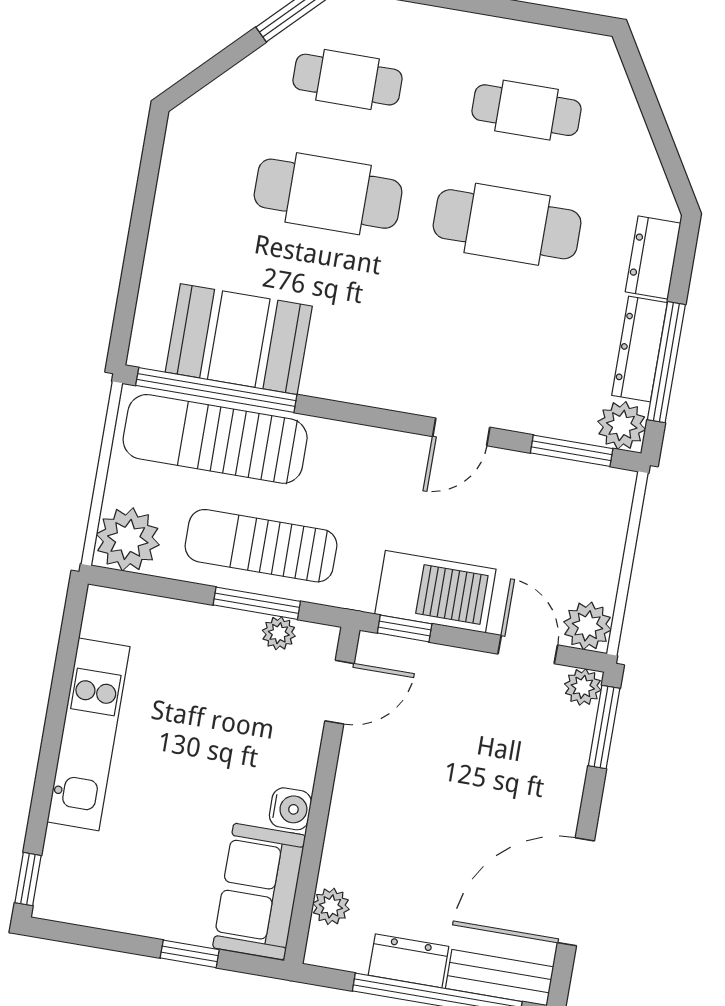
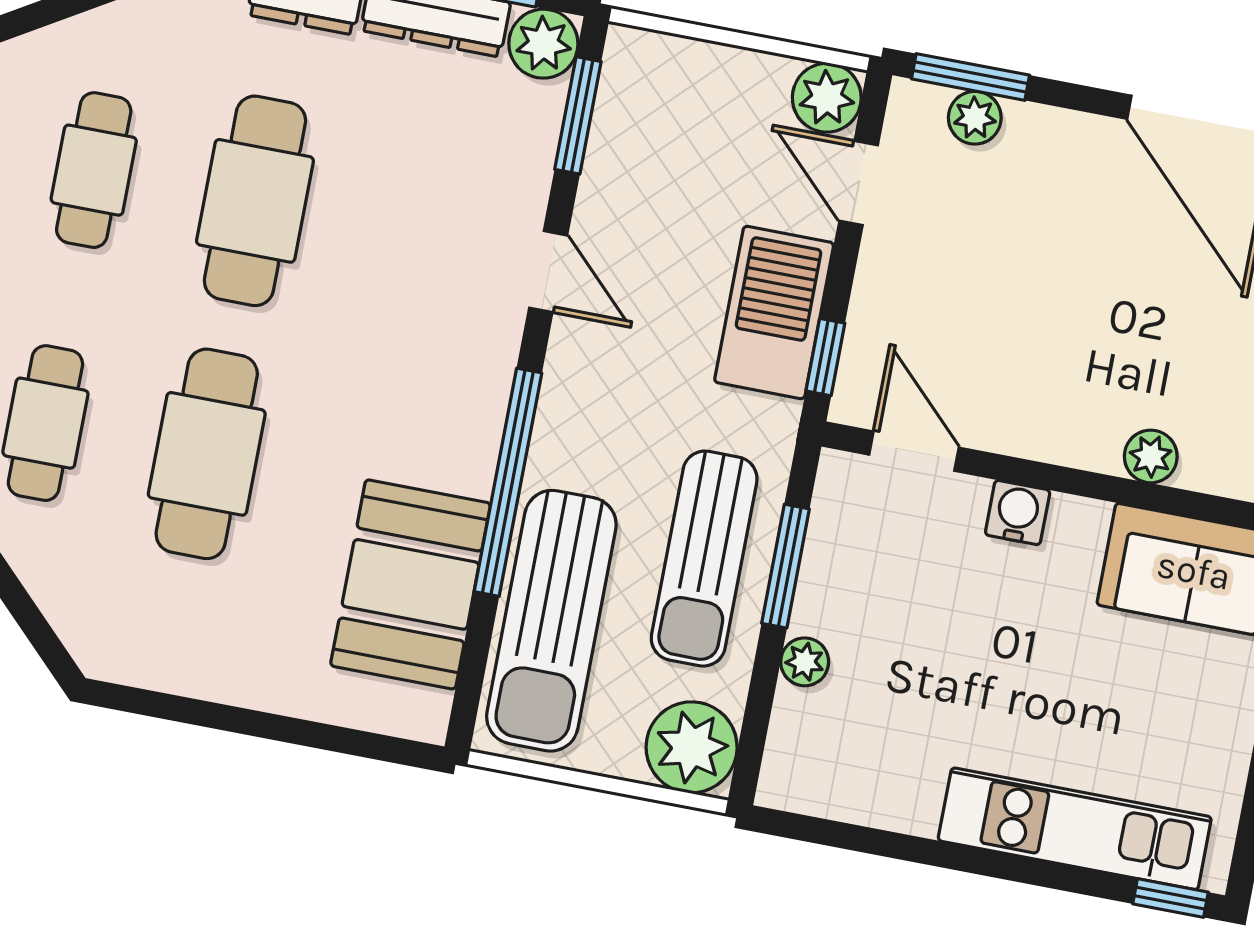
window: (216, 390) -> (508, 482), moved
plant: (279, 633) -> (805, 662), moved
door: (528, 650) -> (859, 183), hinge flipped
plant: (583, 687) -> (975, 118), moved
kitchen unit: (89, 734) -> (1075, 829), moved
water cooler: (290, 809) -> (1018, 512), moved
plant: (331, 906) -> (1151, 456), moved

